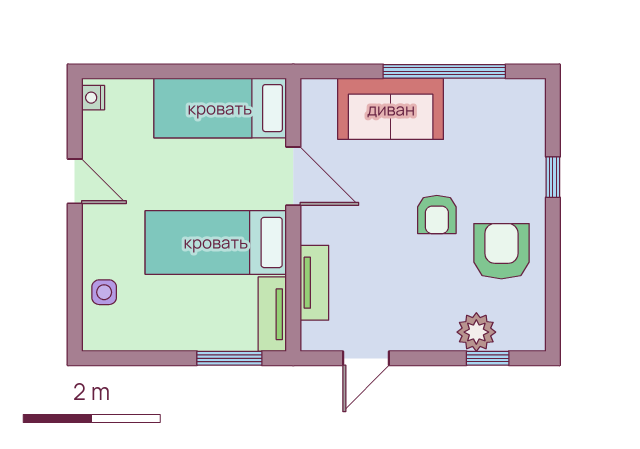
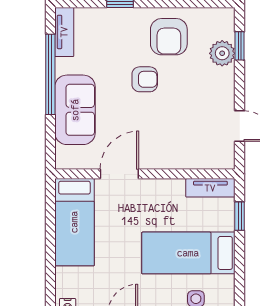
bed: (216, 242) -> (188, 253), moved, turned 90
armchair: (501, 251) -> (169, 37), turned -90
tv unit: (314, 283) -> (64, 32), moved, turned 90
window: (229, 358) -> (240, 216), width x0.67

